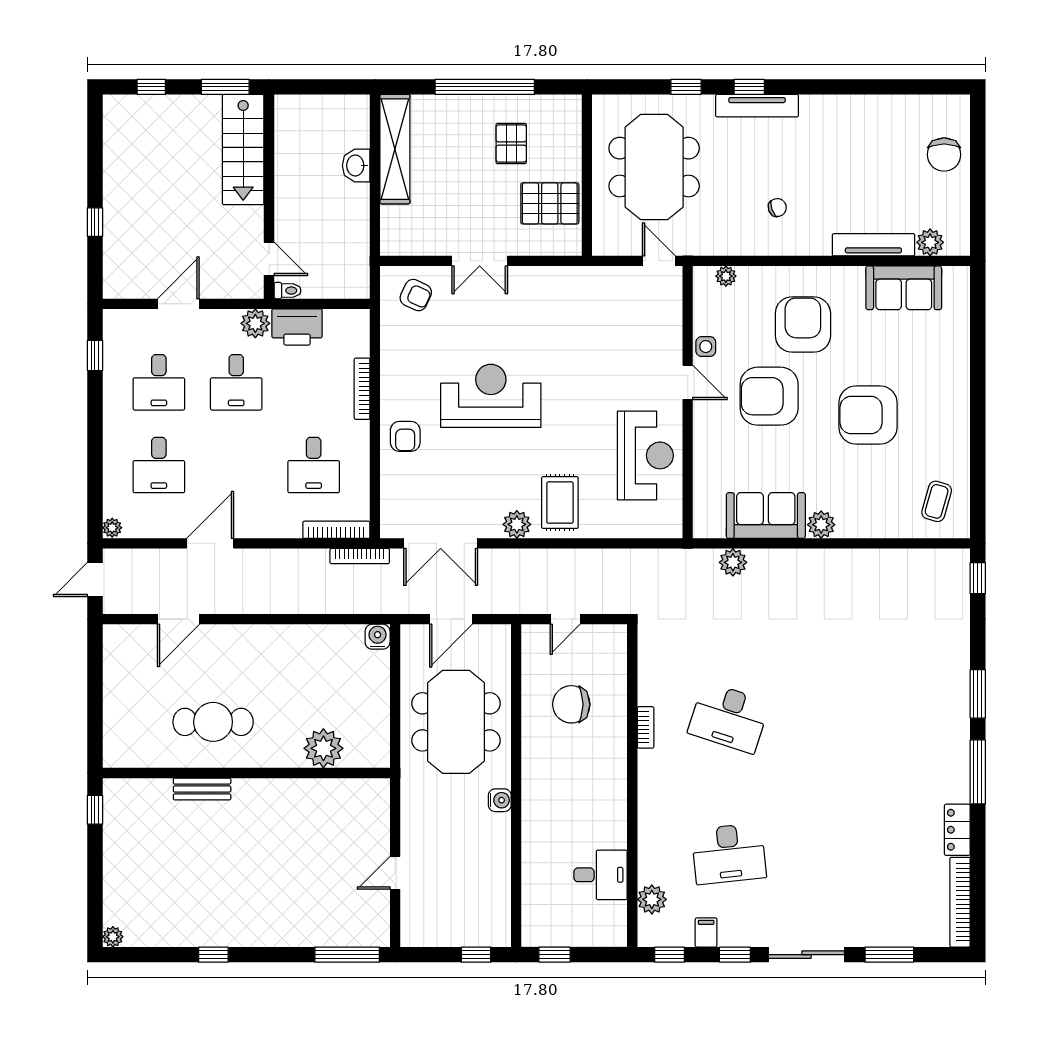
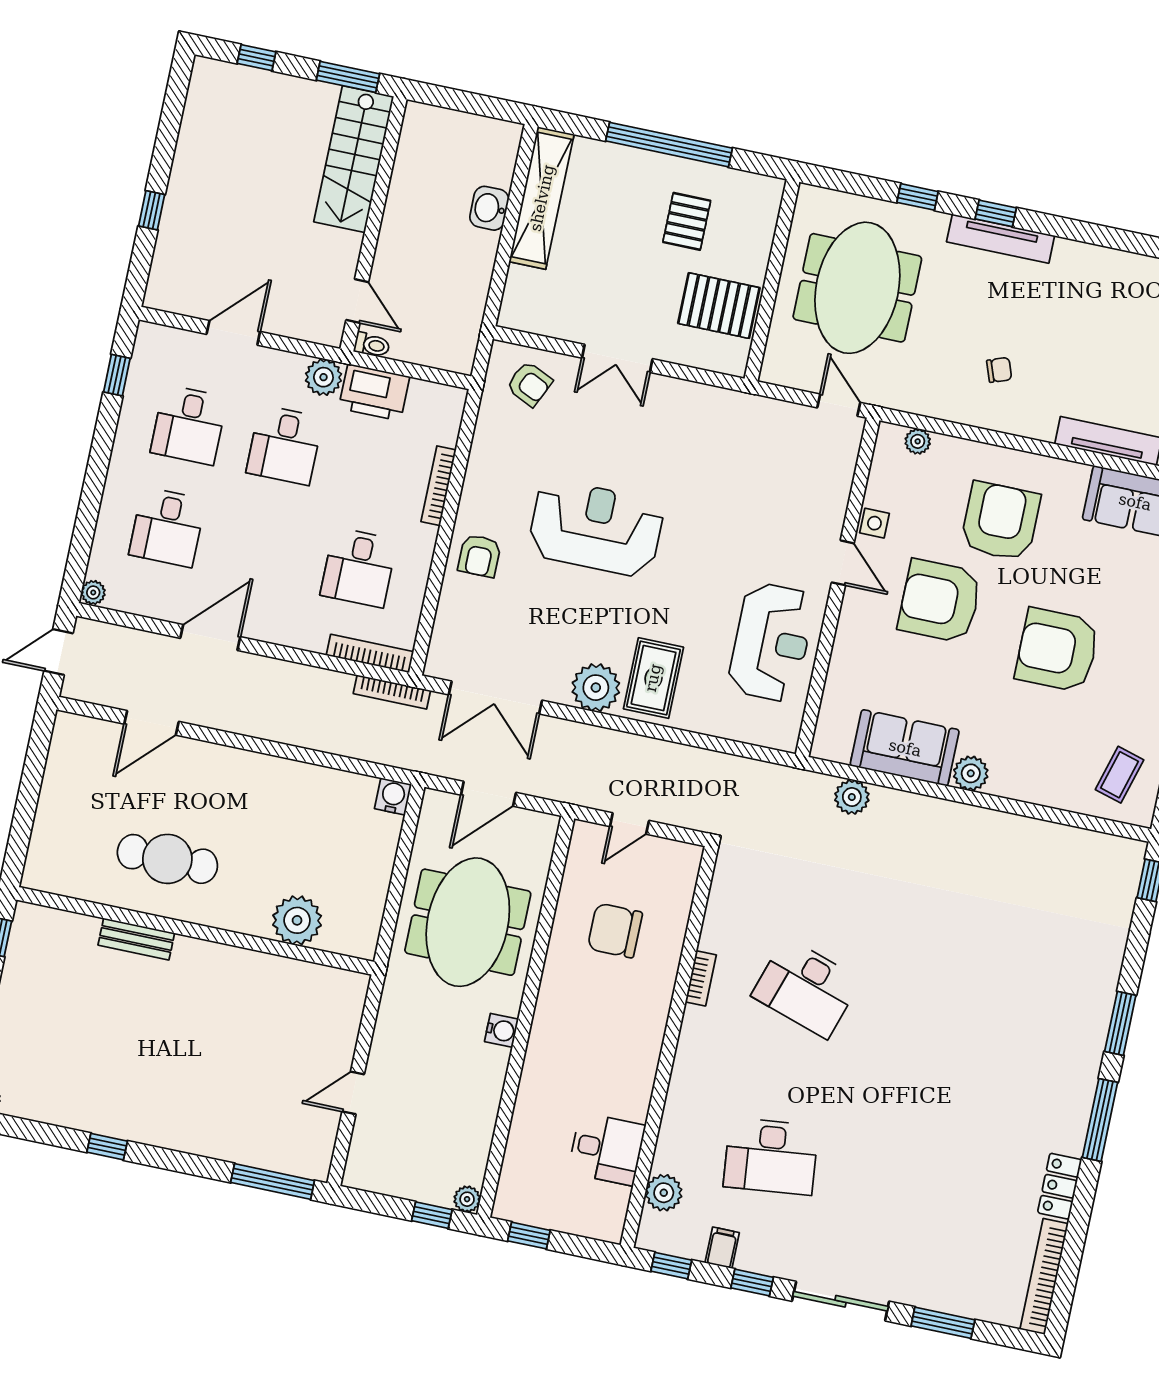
plant: (517, 524) -> (596, 688), width x1.36, depth x1.36
plant: (501, 936) -> (467, 1199), added

